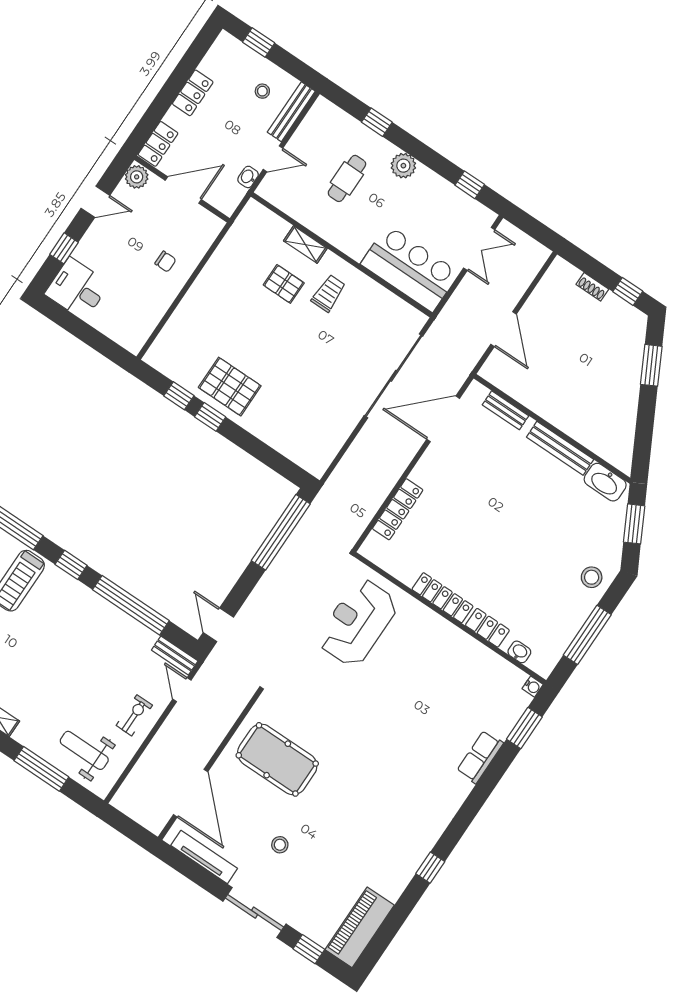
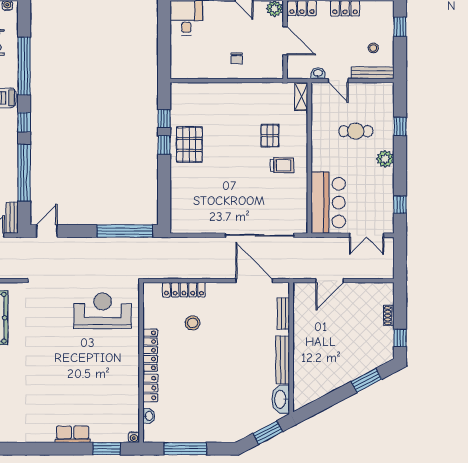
shelving: (305, 245) -> (301, 97), moved
stool: (592, 577) -> (192, 323), moved

